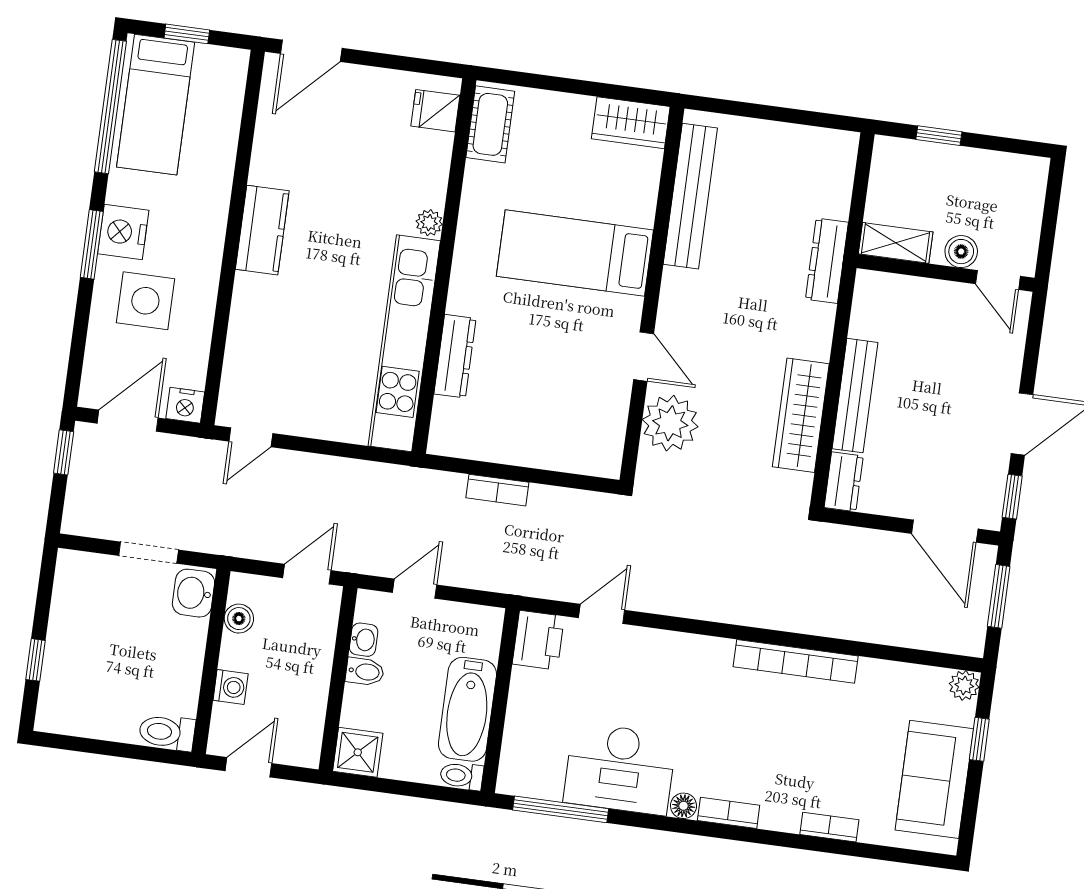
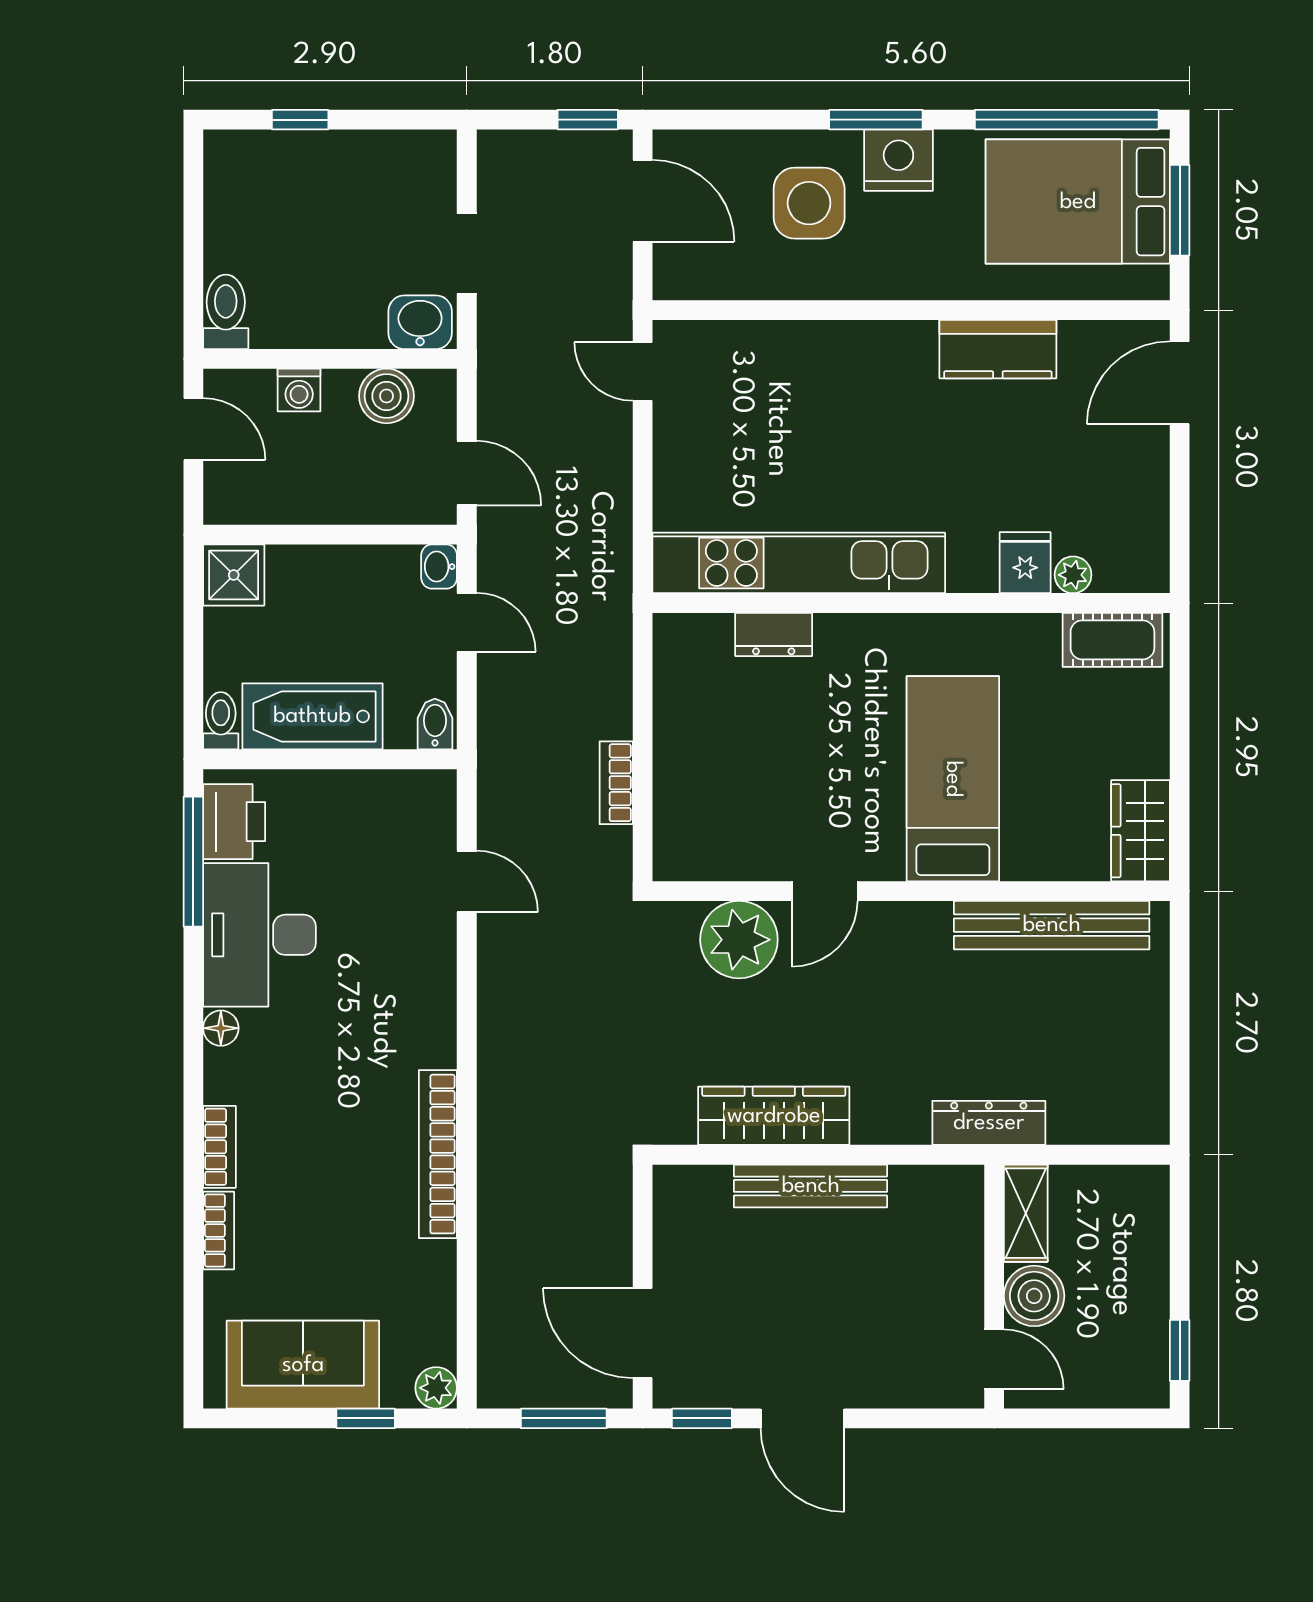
window: (187, 34) -> (1180, 210), width x1.50
door: (311, 51) -> (1180, 383), hinge flipped
bed: (156, 105) -> (1078, 202), width x1.50
fridge: (435, 111) -> (1025, 563), moved
window: (939, 136) -> (1180, 1350), moved
plant: (429, 223) -> (1073, 575), moved
kitchen counter: (262, 230) -> (998, 349), moved
boiler: (961, 252) -> (1034, 1296), width x1.36, depth x1.36
door: (998, 280) -> (994, 1359), swing flipped
dresser: (455, 356) -> (774, 634), width x0.70
nightstand: (185, 405) -> (674, 277), removed
dresser: (844, 482) -> (691, 1186), removed
bookcase: (497, 490) -> (616, 783), moved
door: (945, 531) -> (643, 1333), hinge flipped
boiler: (239, 619) -> (386, 396), width x1.36, depth x1.36
washbasin: (364, 640) -> (439, 567), moved, turned 90
printer: (538, 640) -> (234, 822), moved, turned -90
bidet: (365, 672) -> (435, 724), moved, turned 180
bookcase: (729, 813) -> (219, 1147), moved

